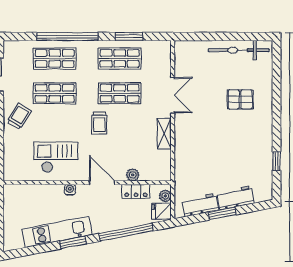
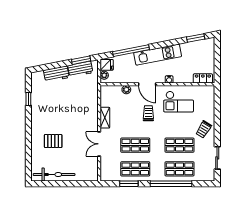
trolley: (99, 123) -> (148, 113), moved
locker: (136, 191) -> (203, 78), moved
window: (222, 214) -> (81, 60), moved
kitchen unit: (57, 232) -> (158, 55), moved
window: (73, 242) -> (196, 38), moved

